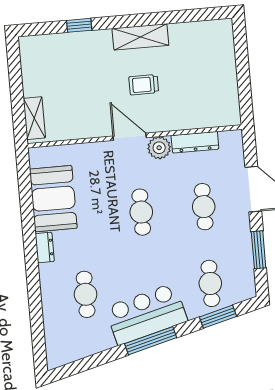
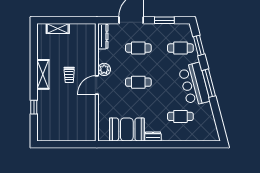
shelving: (34, 118) -> (58, 29), moved
dresser: (195, 142) -> (103, 36), moved

